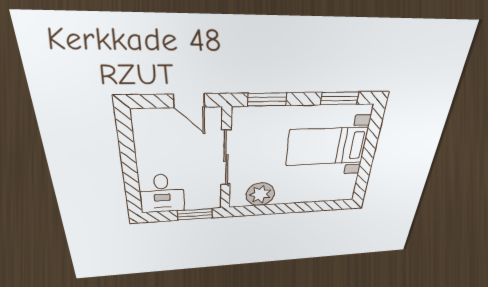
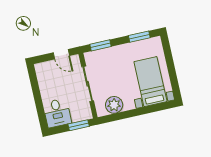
bed with nightstands: (327, 146) -> (150, 82), moved, turned 90

